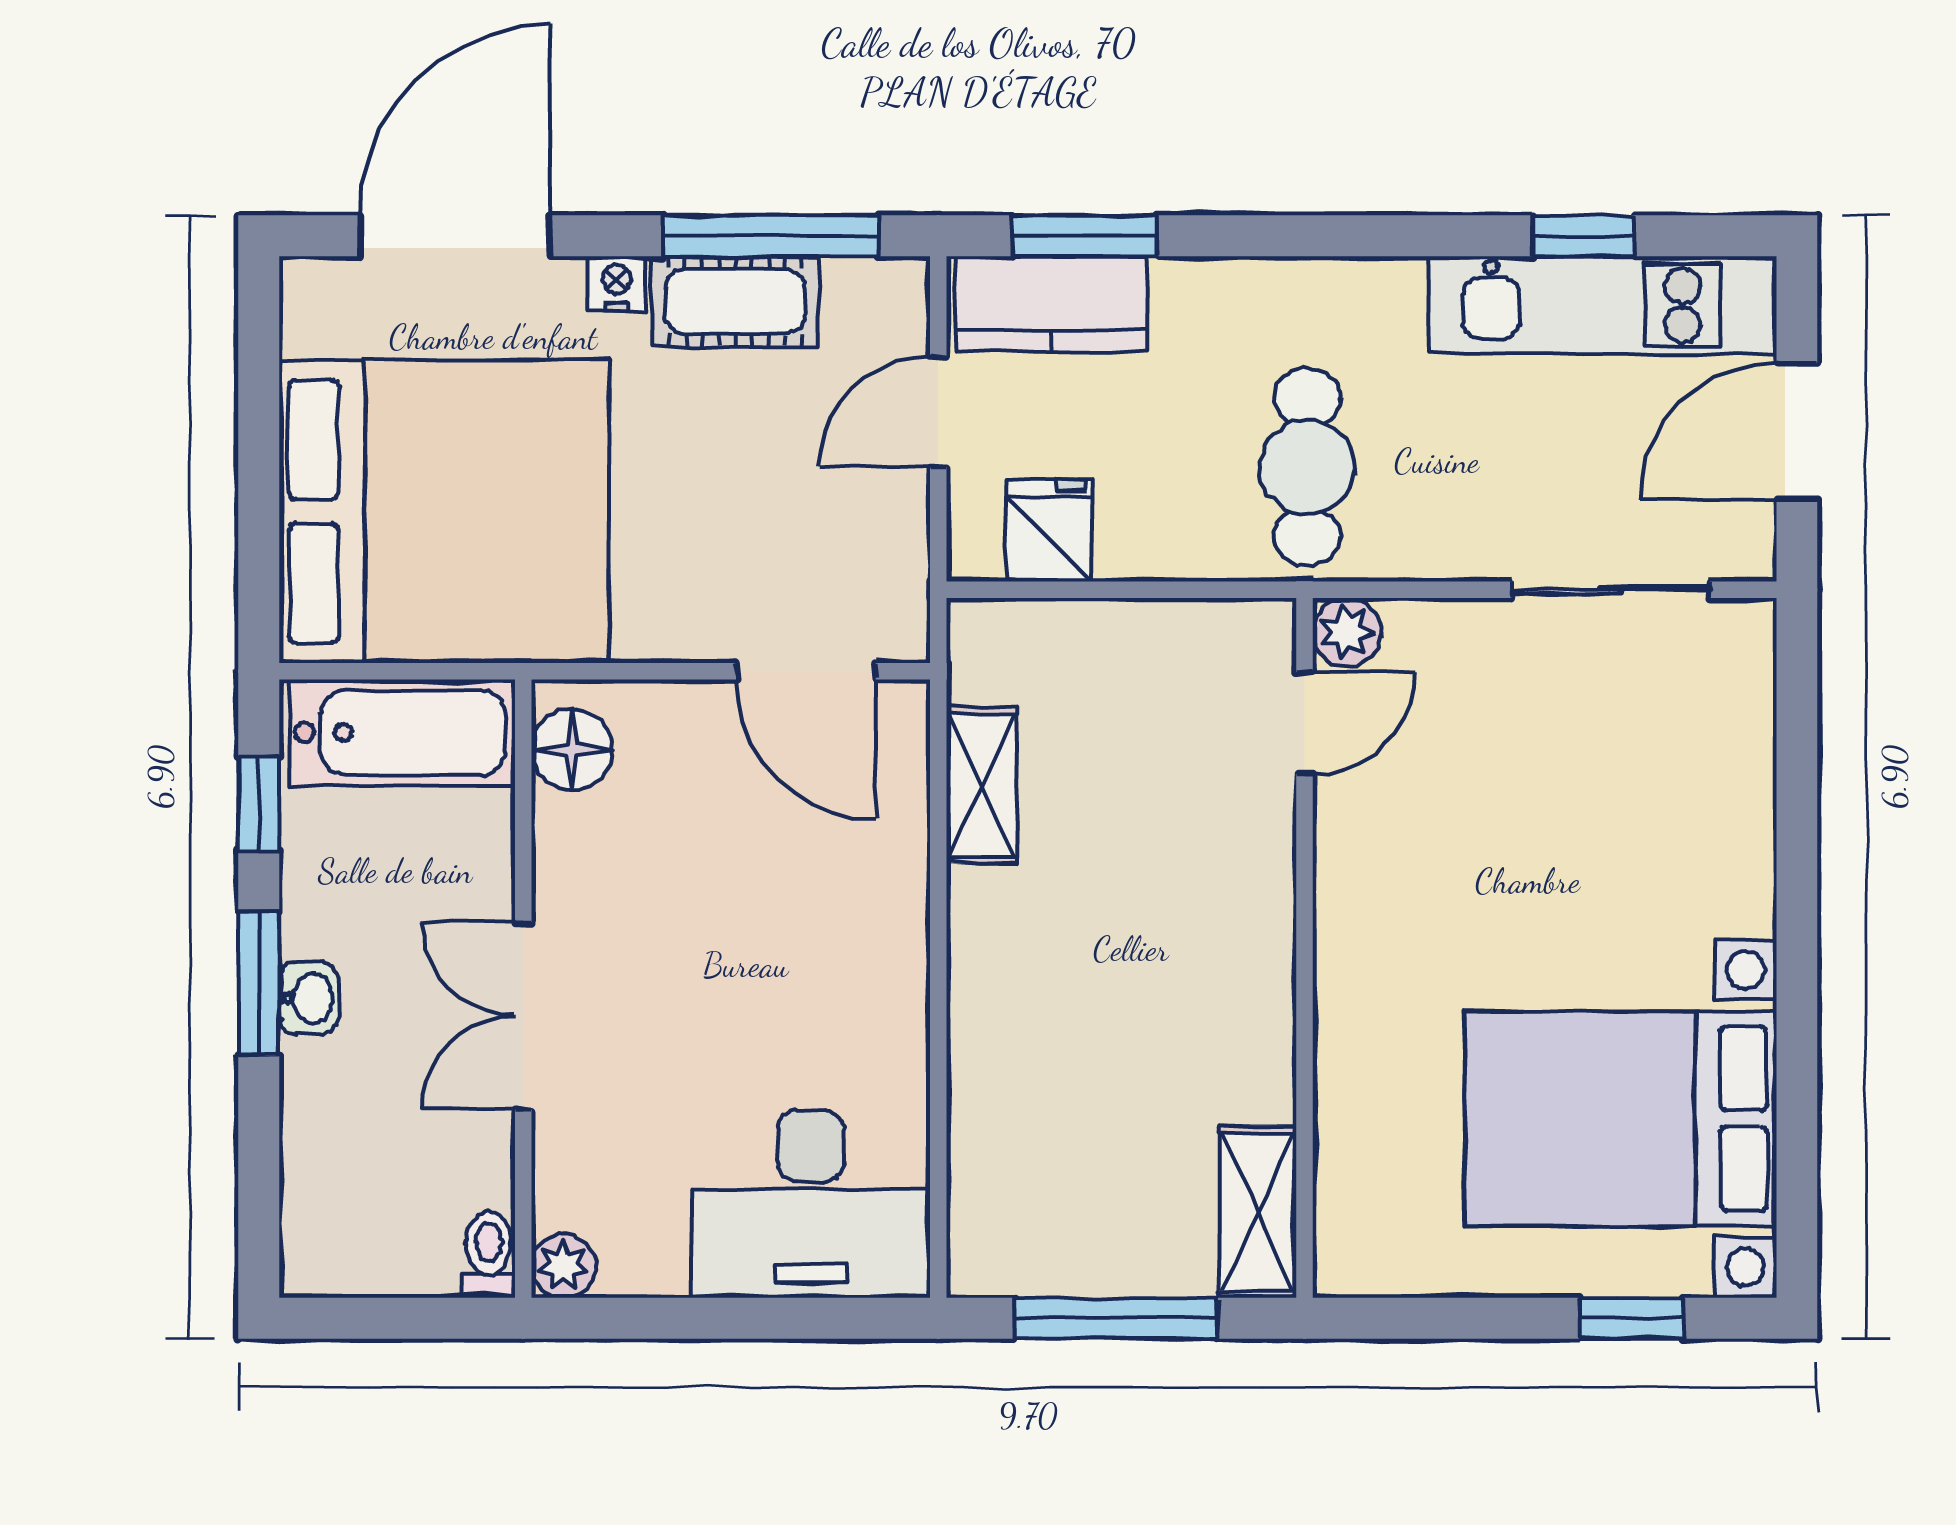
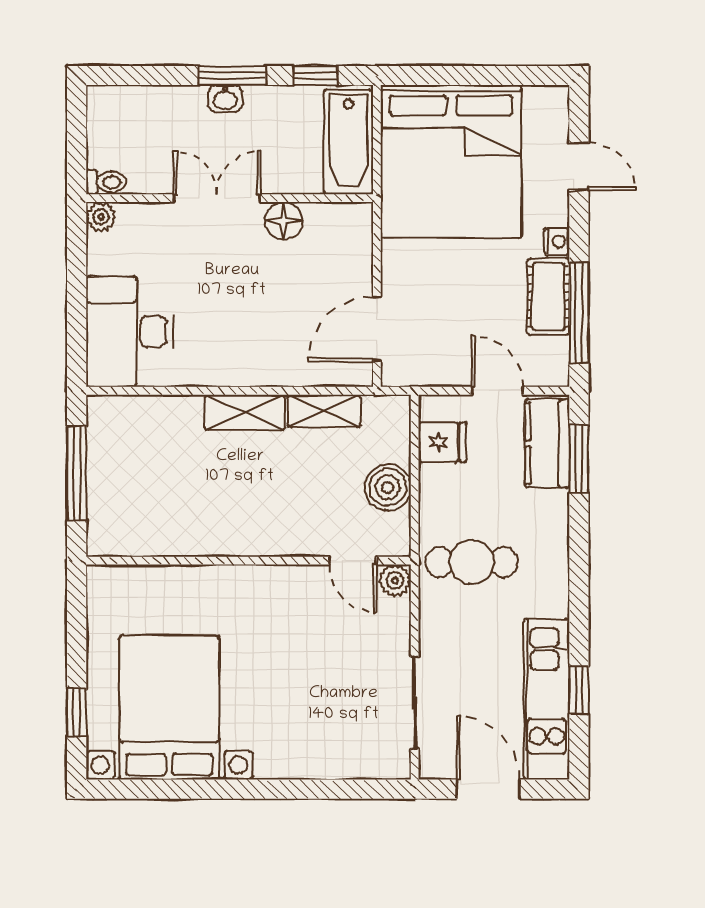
door: (455, 236) -> (579, 166), width x0.53
boiler: (1146, 648) -> (388, 487), added
floor lamp: (572, 750) -> (284, 221), moved
shelving: (1258, 1212) -> (245, 412), moved

